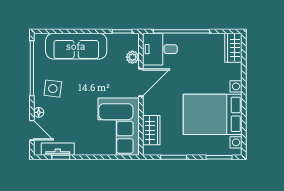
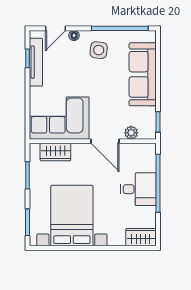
desk: (160, 49) -> (138, 189), moved, turned 90
tv unit: (58, 149) -> (36, 62), width x1.41

